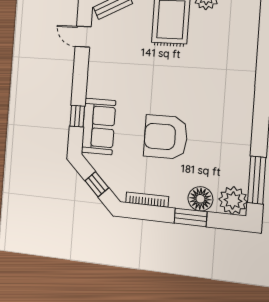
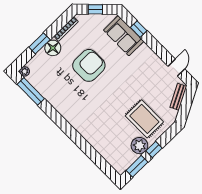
door: (83, 37) -> (176, 68), hinge flipped
floor lamp: (200, 199) -> (53, 48), moved
plant: (233, 200) -> (25, 71), width x0.53, depth x0.53

